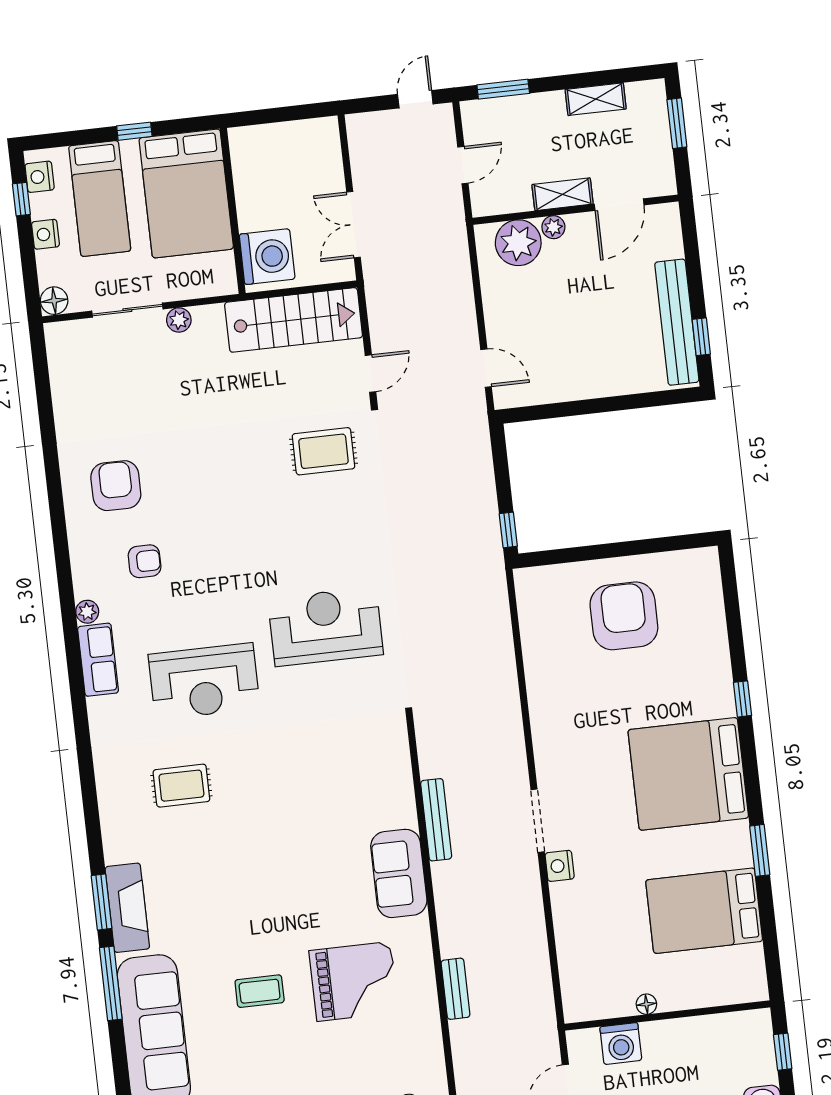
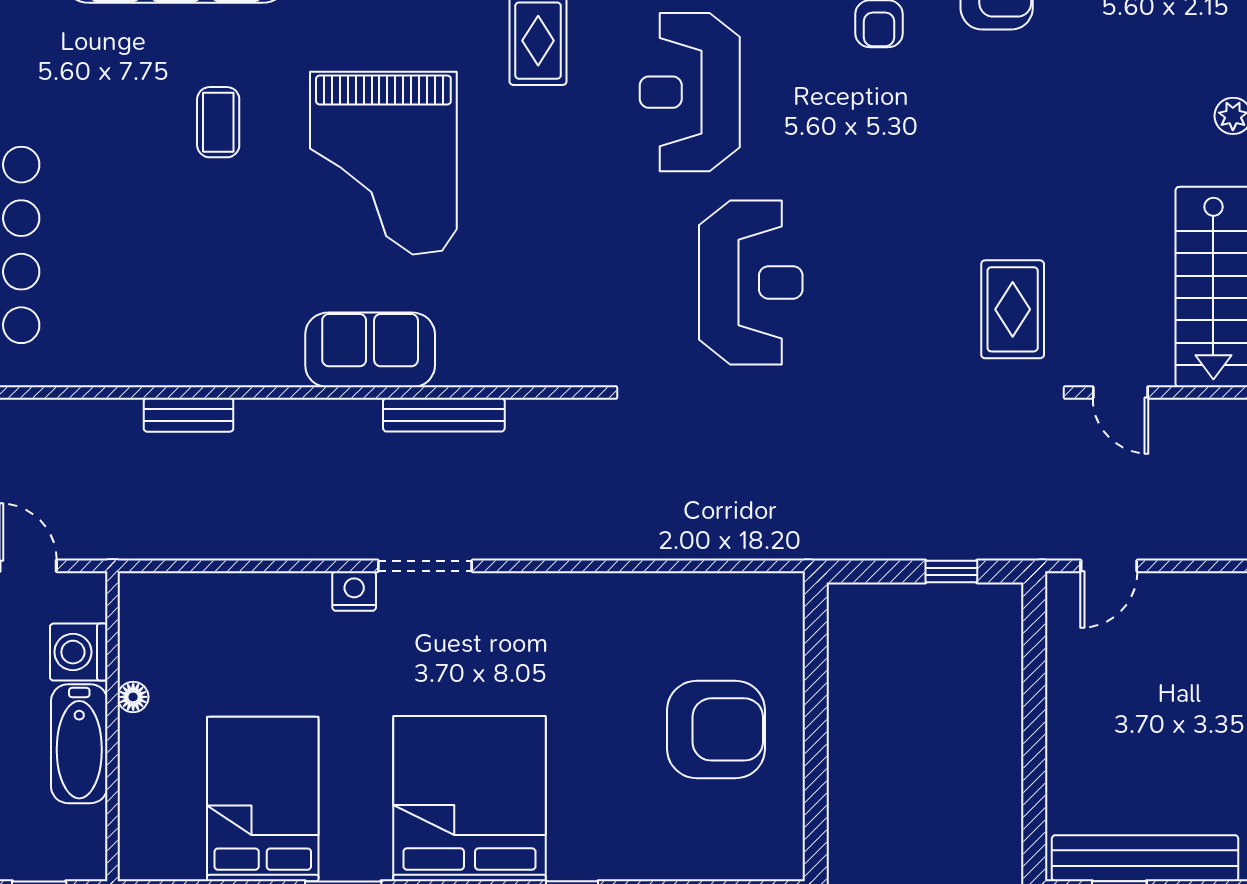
window: (508, 530) -> (951, 572), moved
grand piano: (354, 981) -> (383, 163), moved, width x1.37, depth x1.48
bathtub: (681, 1036) -> (79, 744), added

